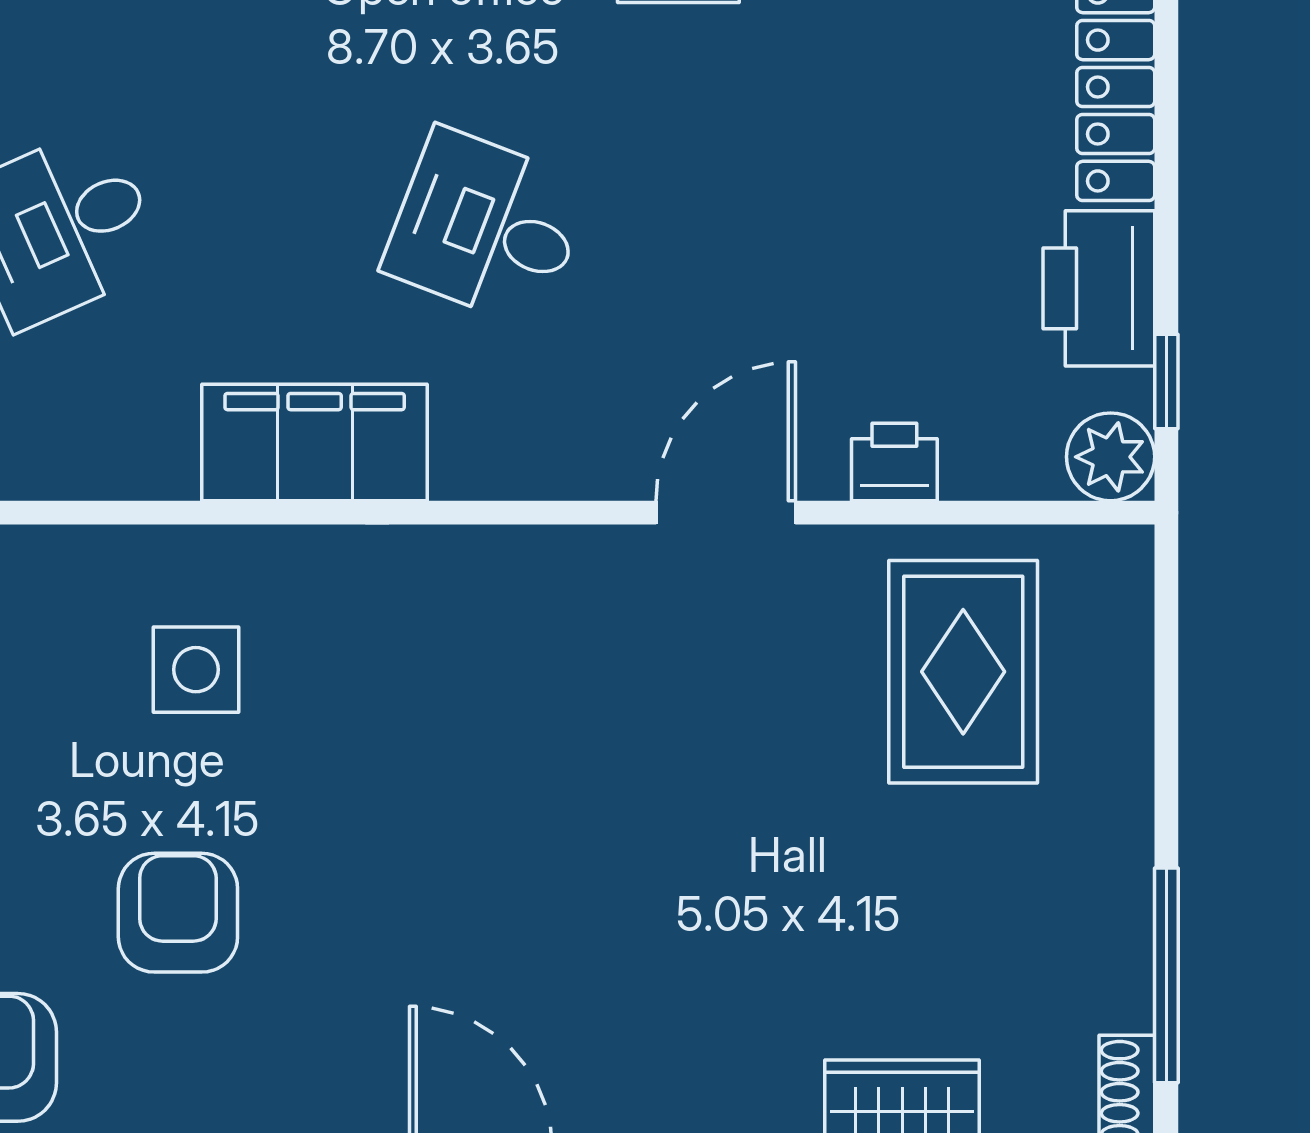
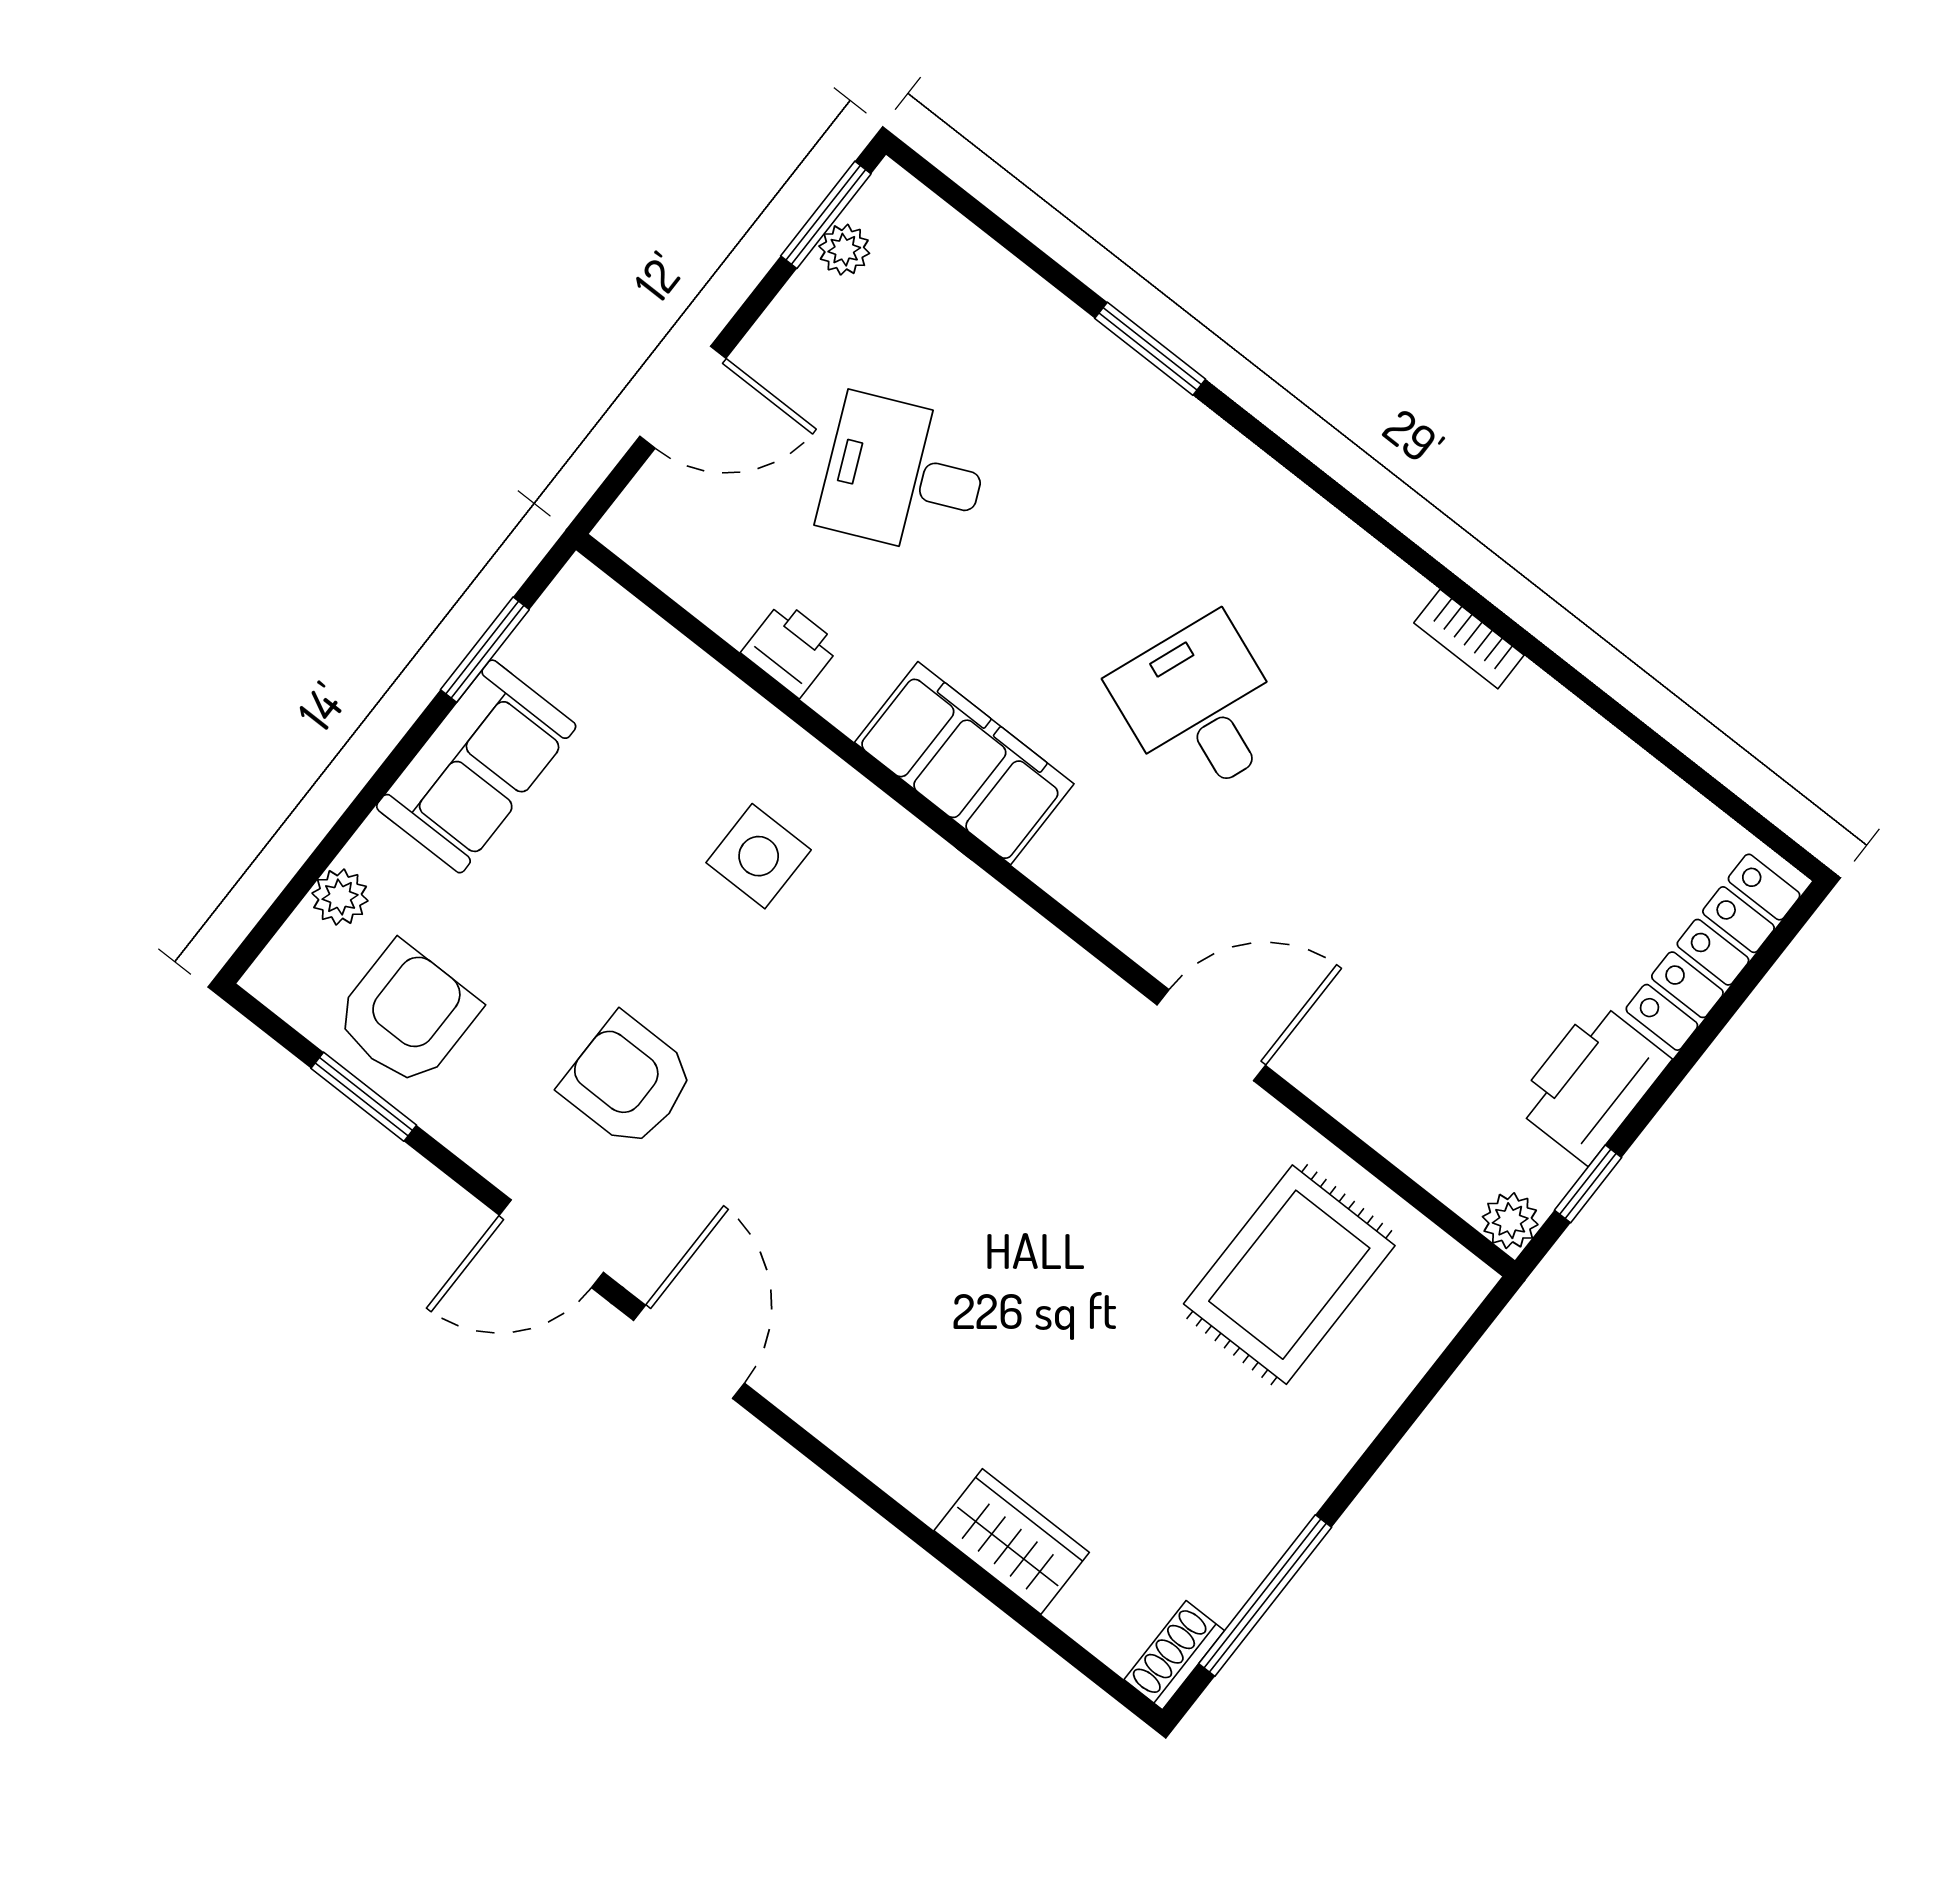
plant: (1111, 457) -> (1510, 1221), width x0.73, depth x0.73
printer: (894, 462) -> (791, 649), moved
armchair: (178, 913) -> (628, 1081), moved, turned -90

